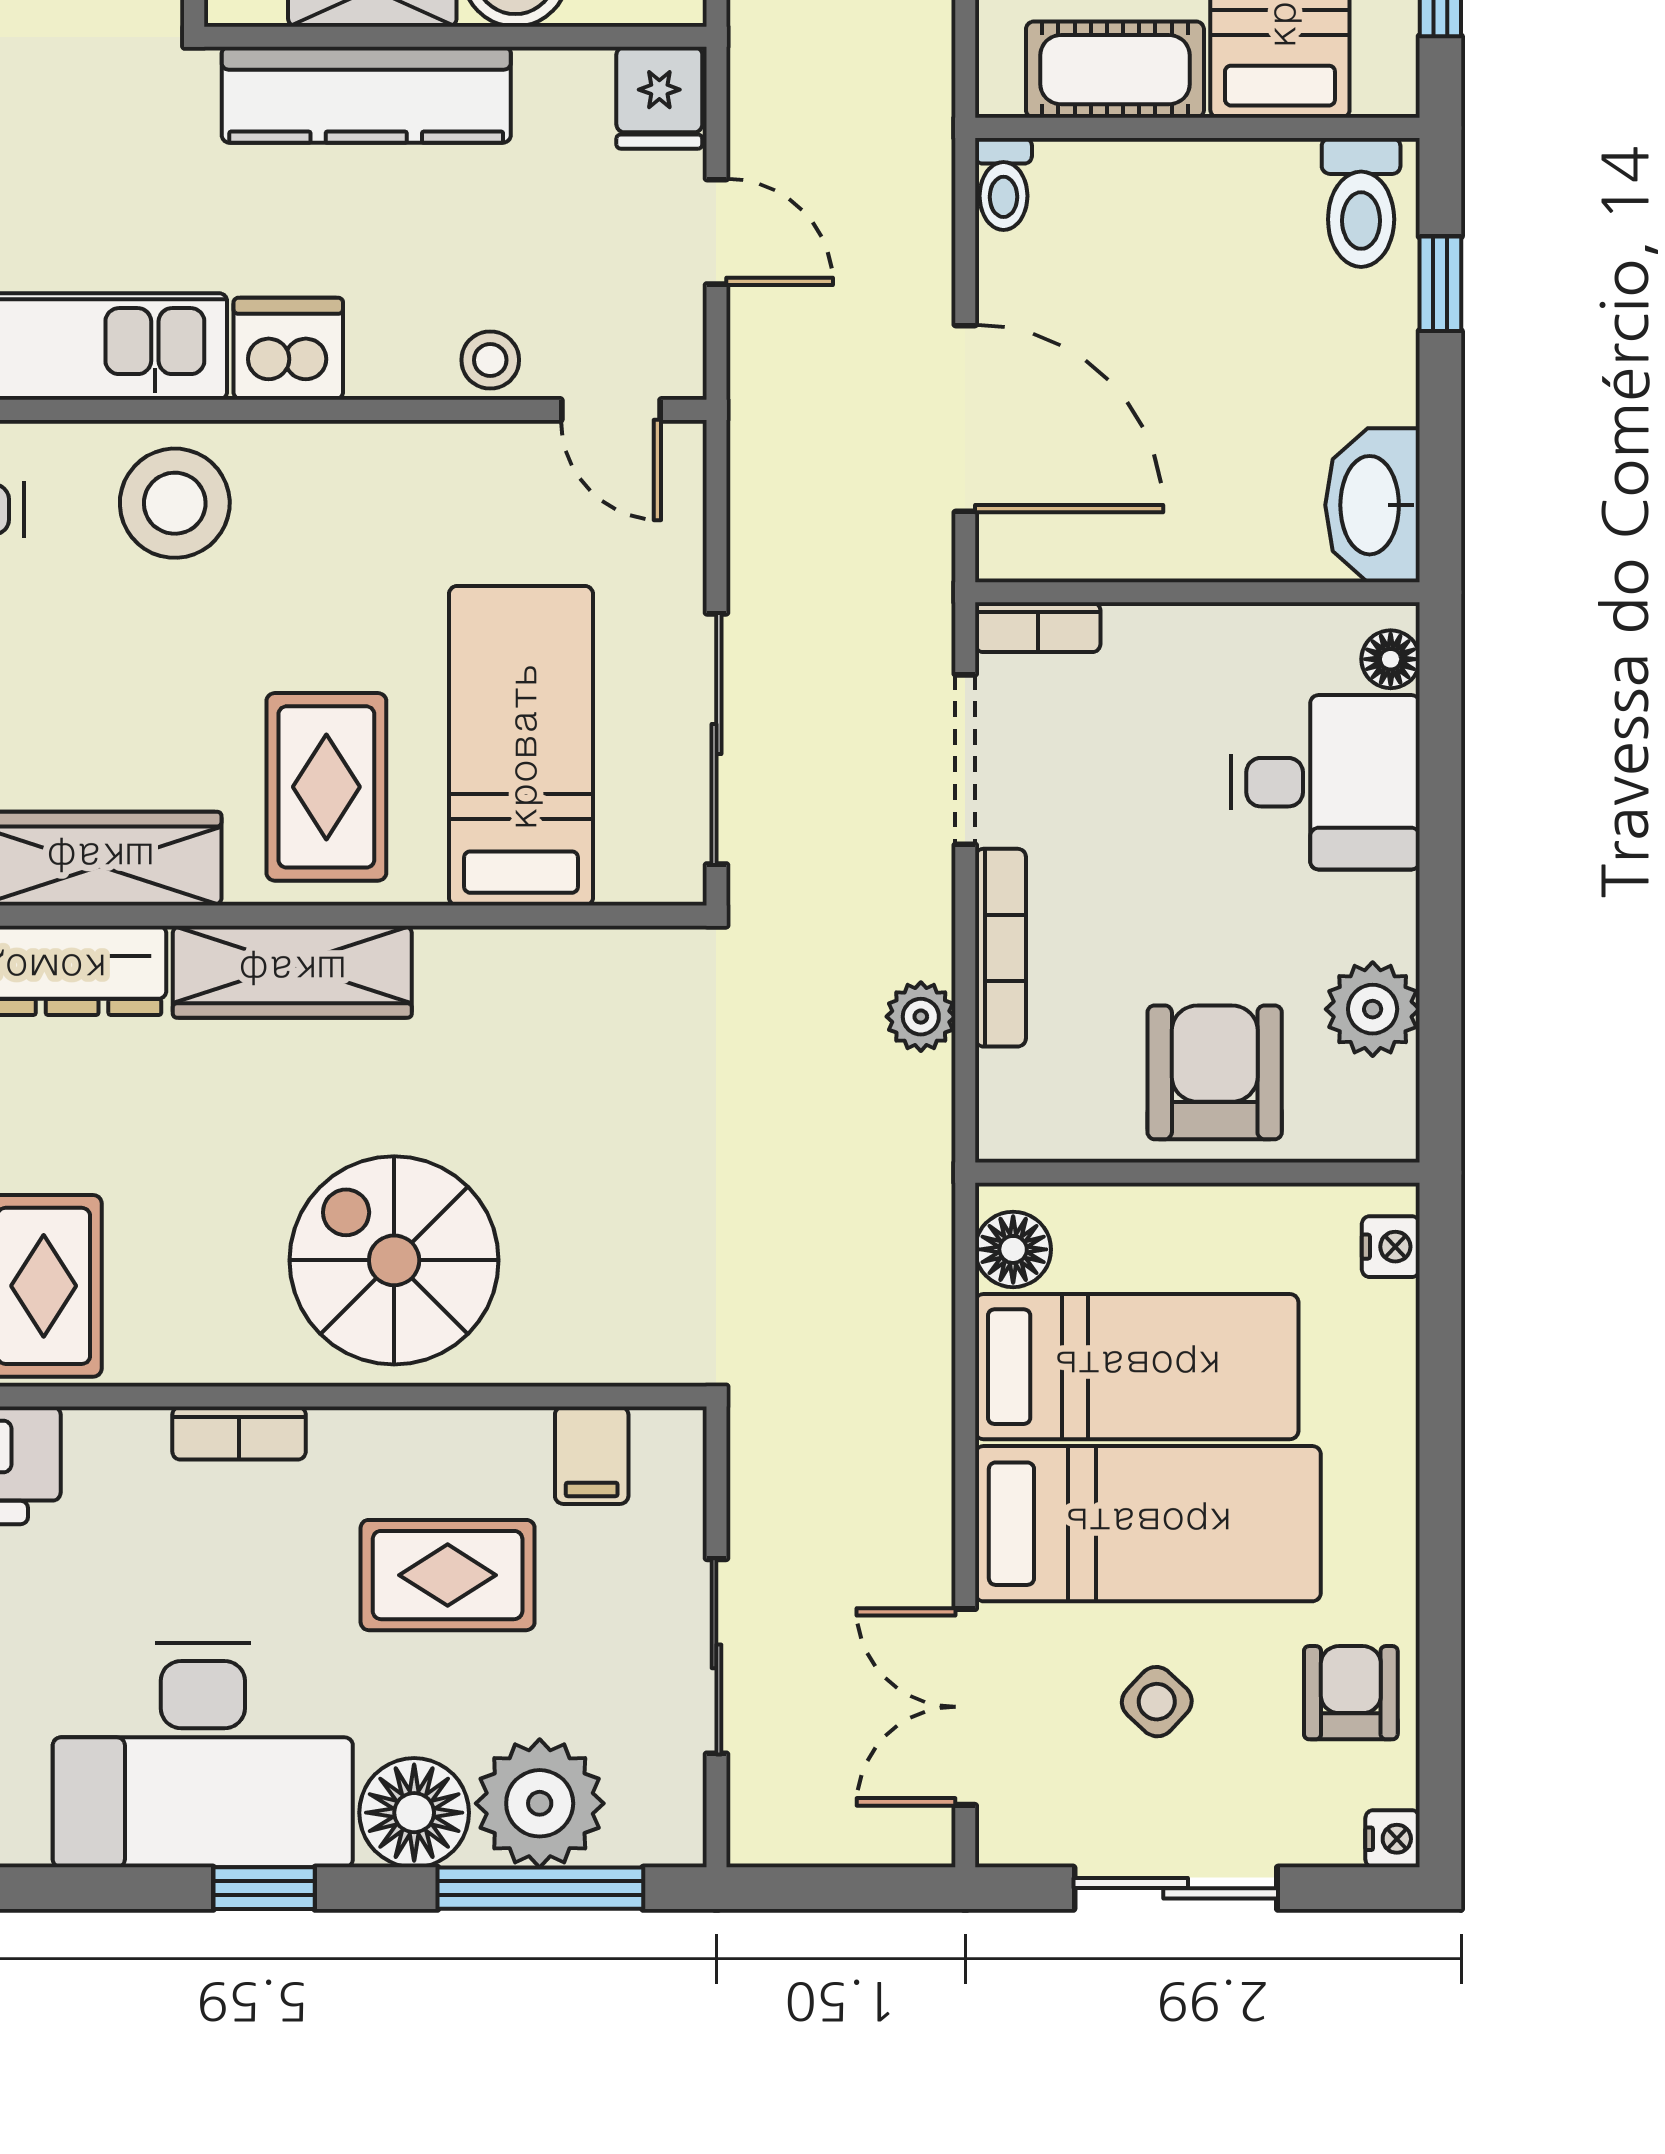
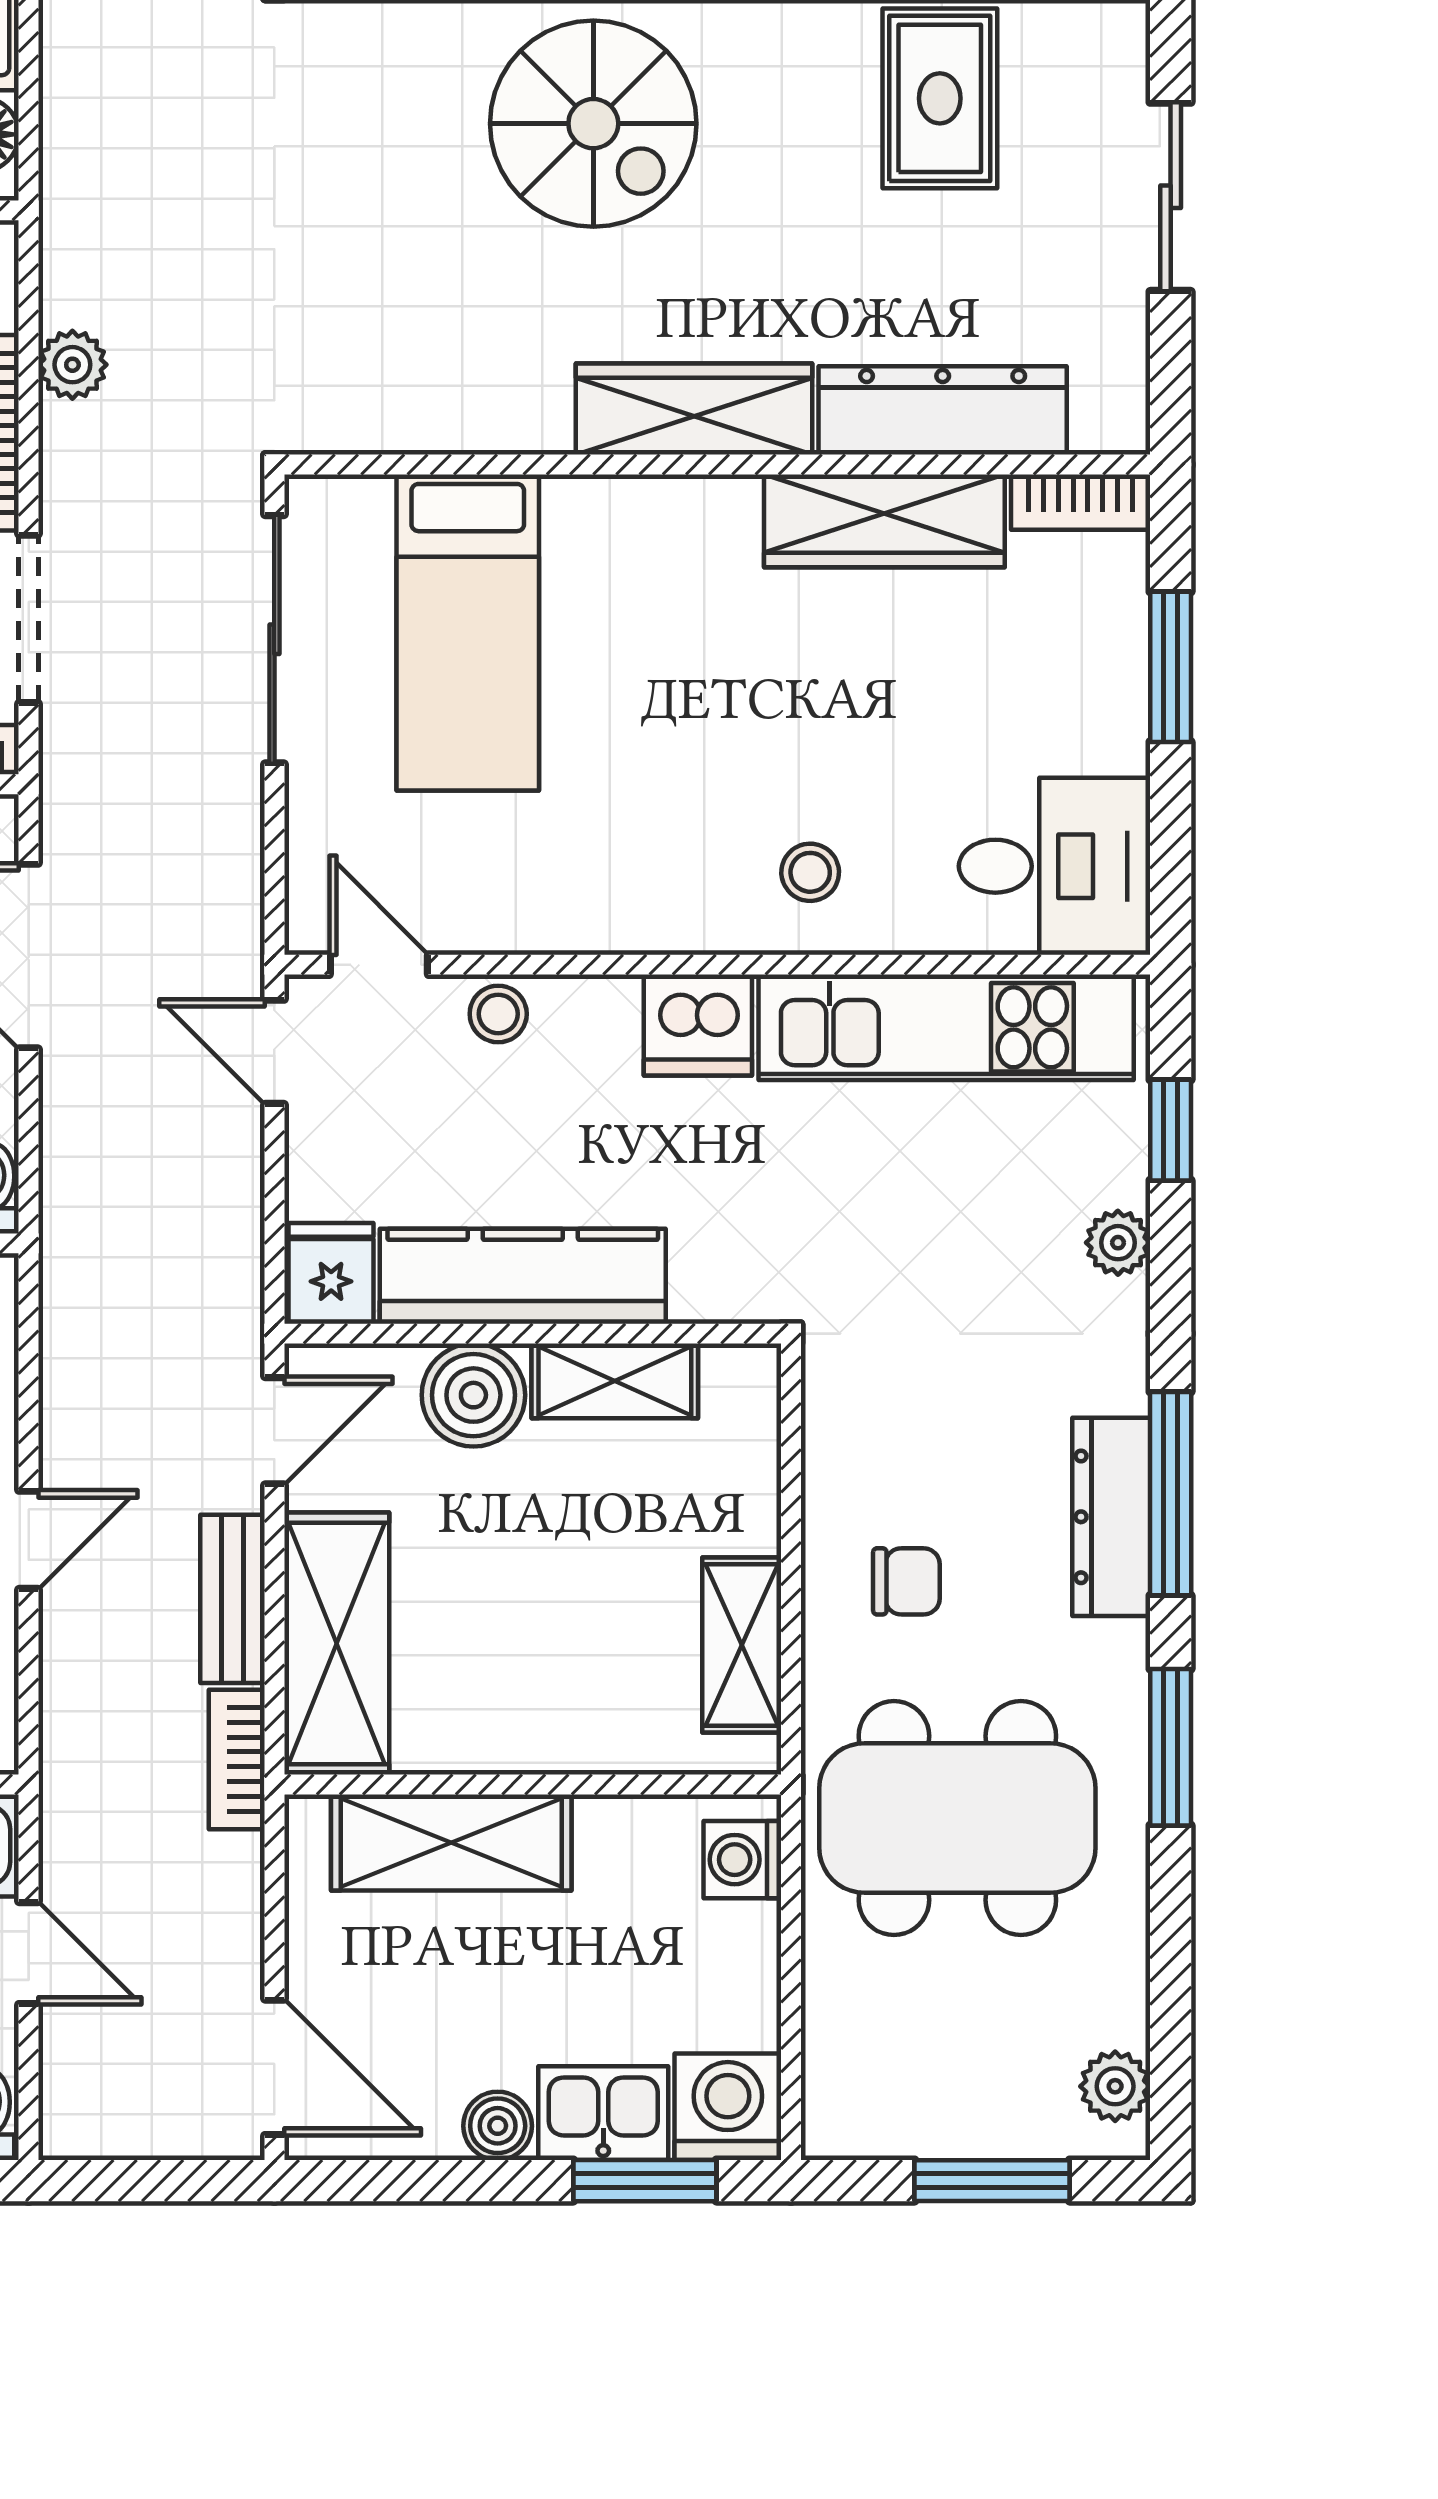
kitchen counter: (366, 95) -> (523, 1276), moved
door: (716, 232) -> (274, 1052), moved
stool: (175, 503) -> (810, 872), width x0.53, depth x0.53
rug: (326, 787) -> (660, 592), removed

